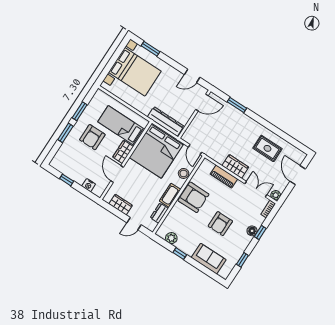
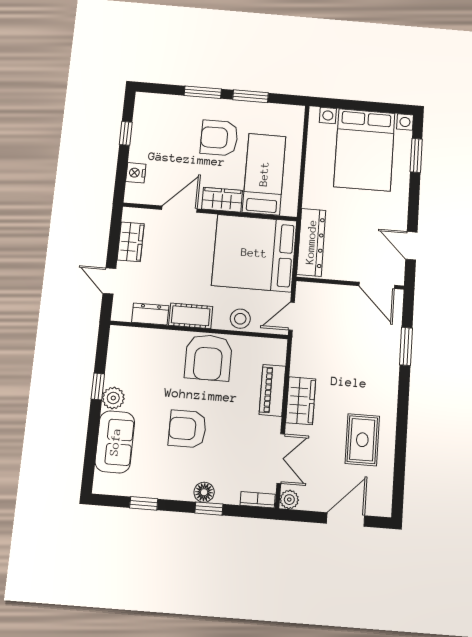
plant: (171, 238) -> (113, 398), moved

